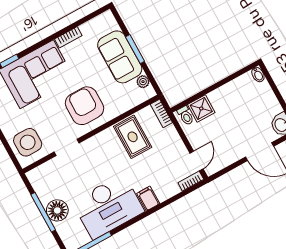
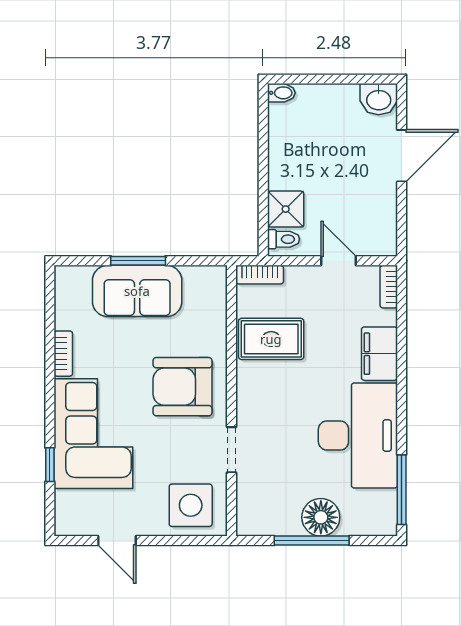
plant: (143, 82) -> (195, 276), removed
door: (196, 161) -> (338, 261), moved
filing cabinet: (148, 198) -> (379, 354), width x2.00

